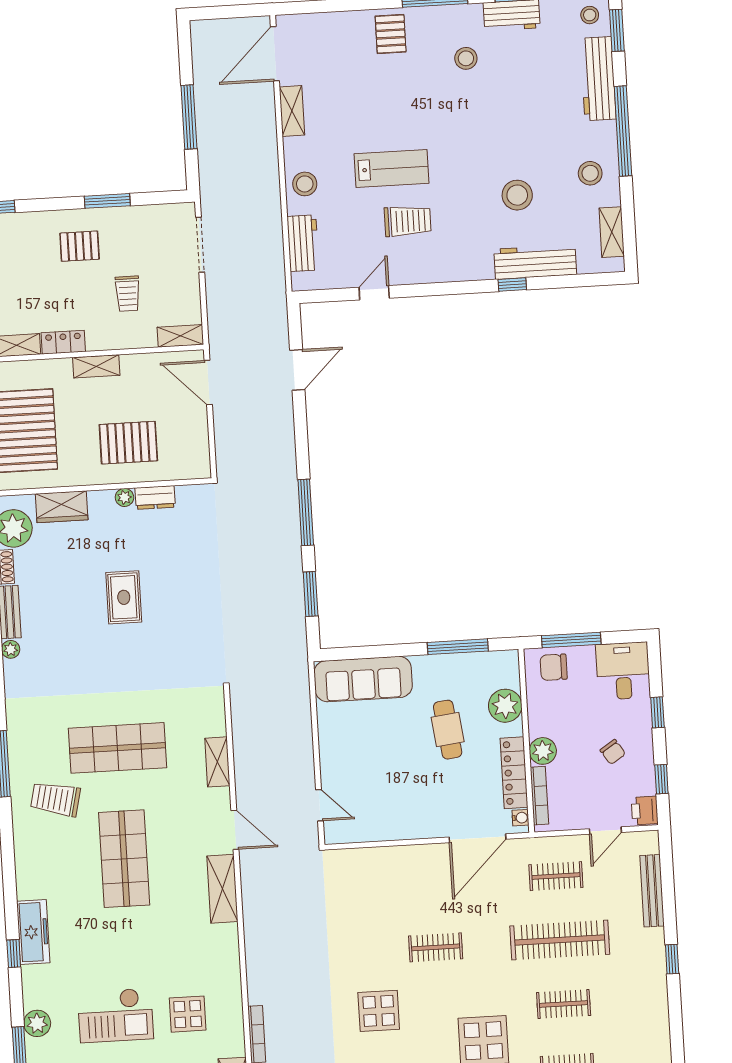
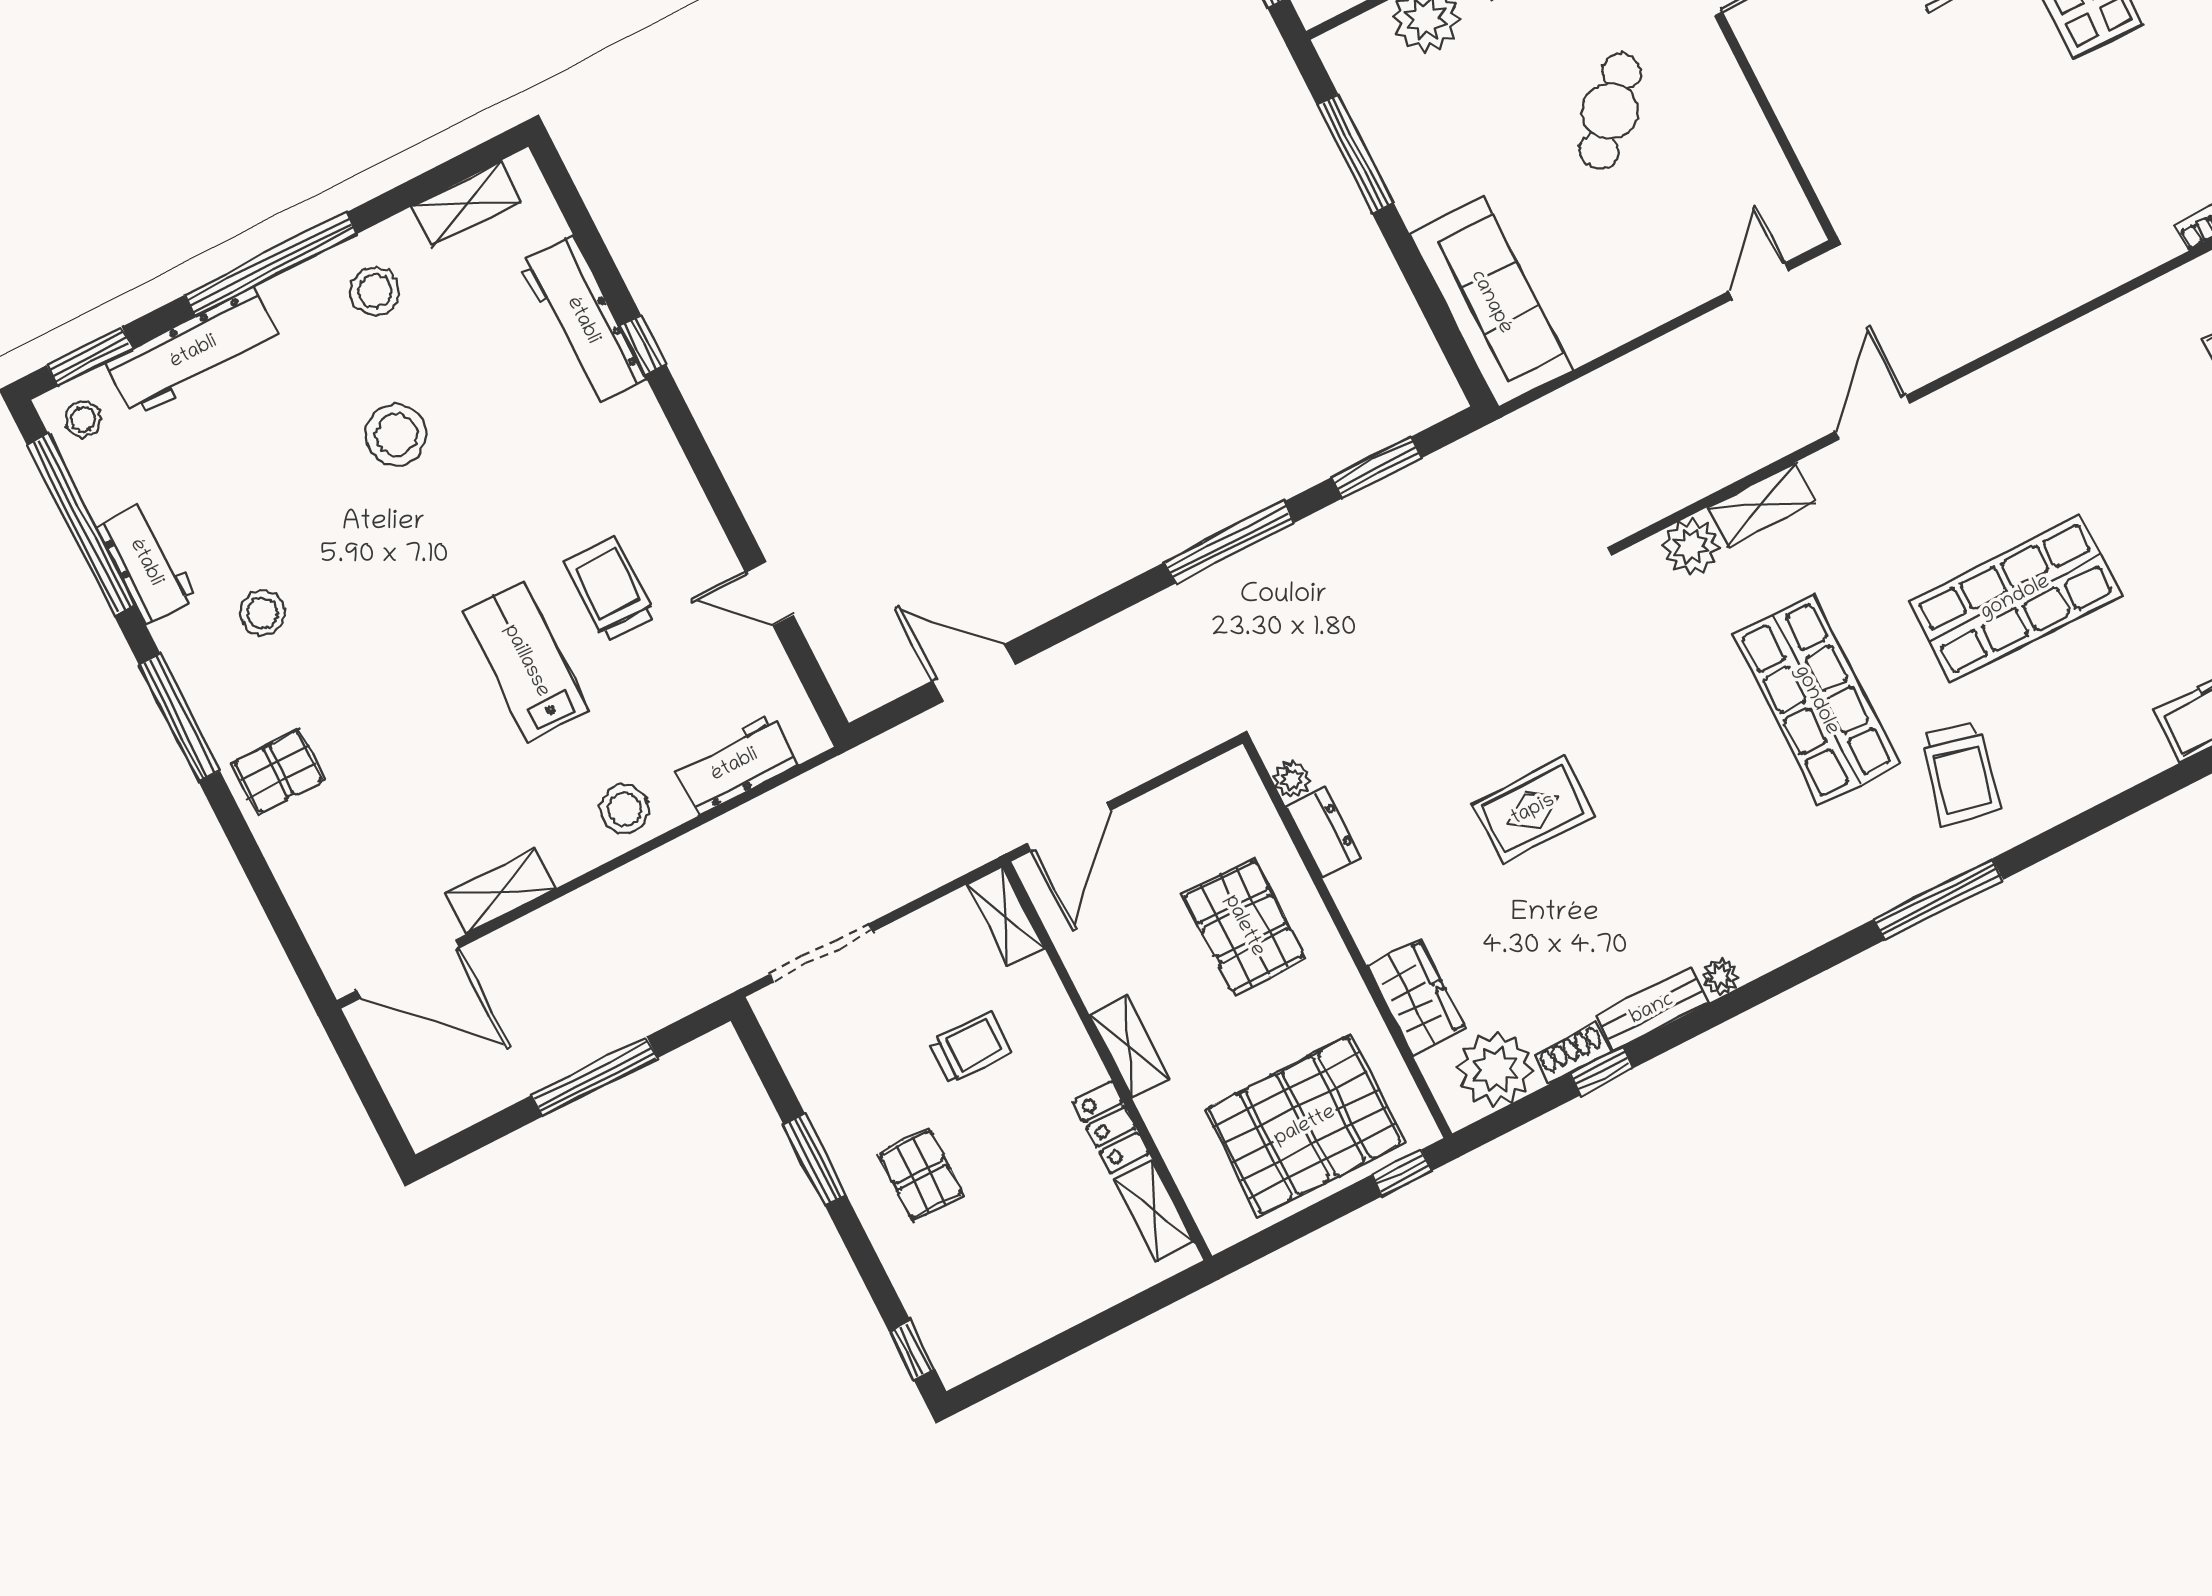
stool: (517, 195) -> (396, 435), moved
plant: (124, 497) -> (1292, 779), moved
plant: (212, 722) -> (1691, 547), added
cafe table: (448, 730) -> (1610, 111), moved, turned -40
shelving: (222, 889) -> (1991, 393), removed

